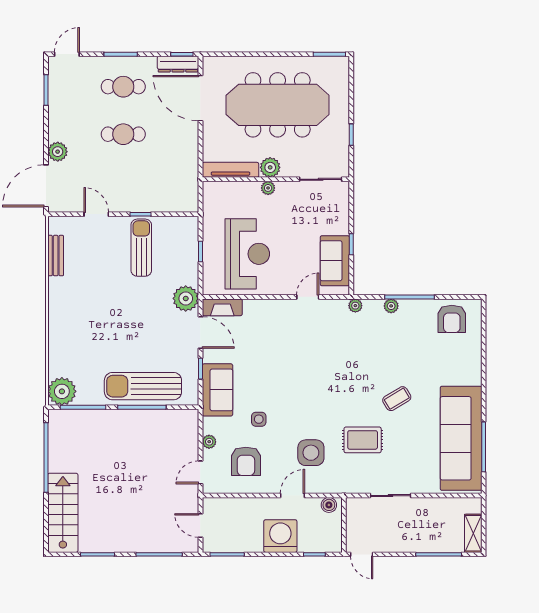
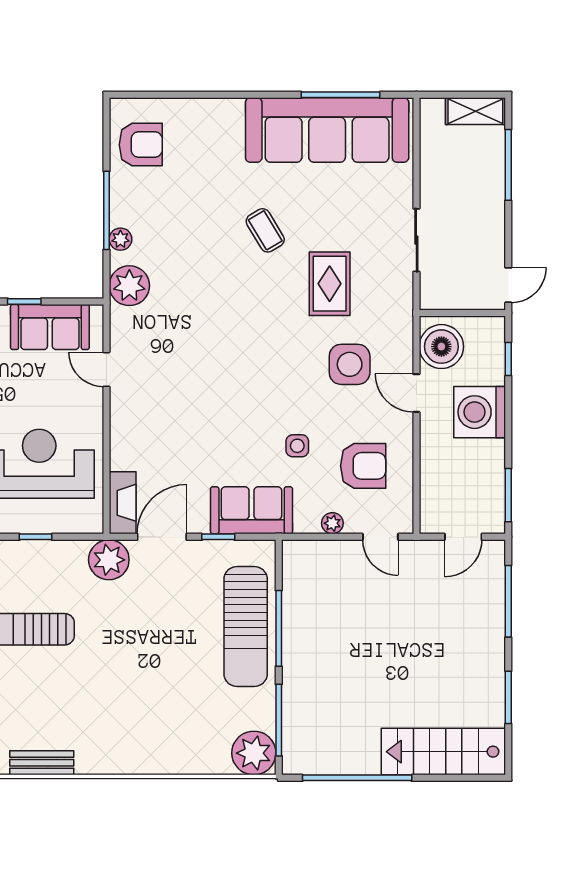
plant: (355, 306) -> (129, 286), width x1.88, depth x1.88
boiler: (329, 505) -> (441, 347), width x1.86, depth x1.86

